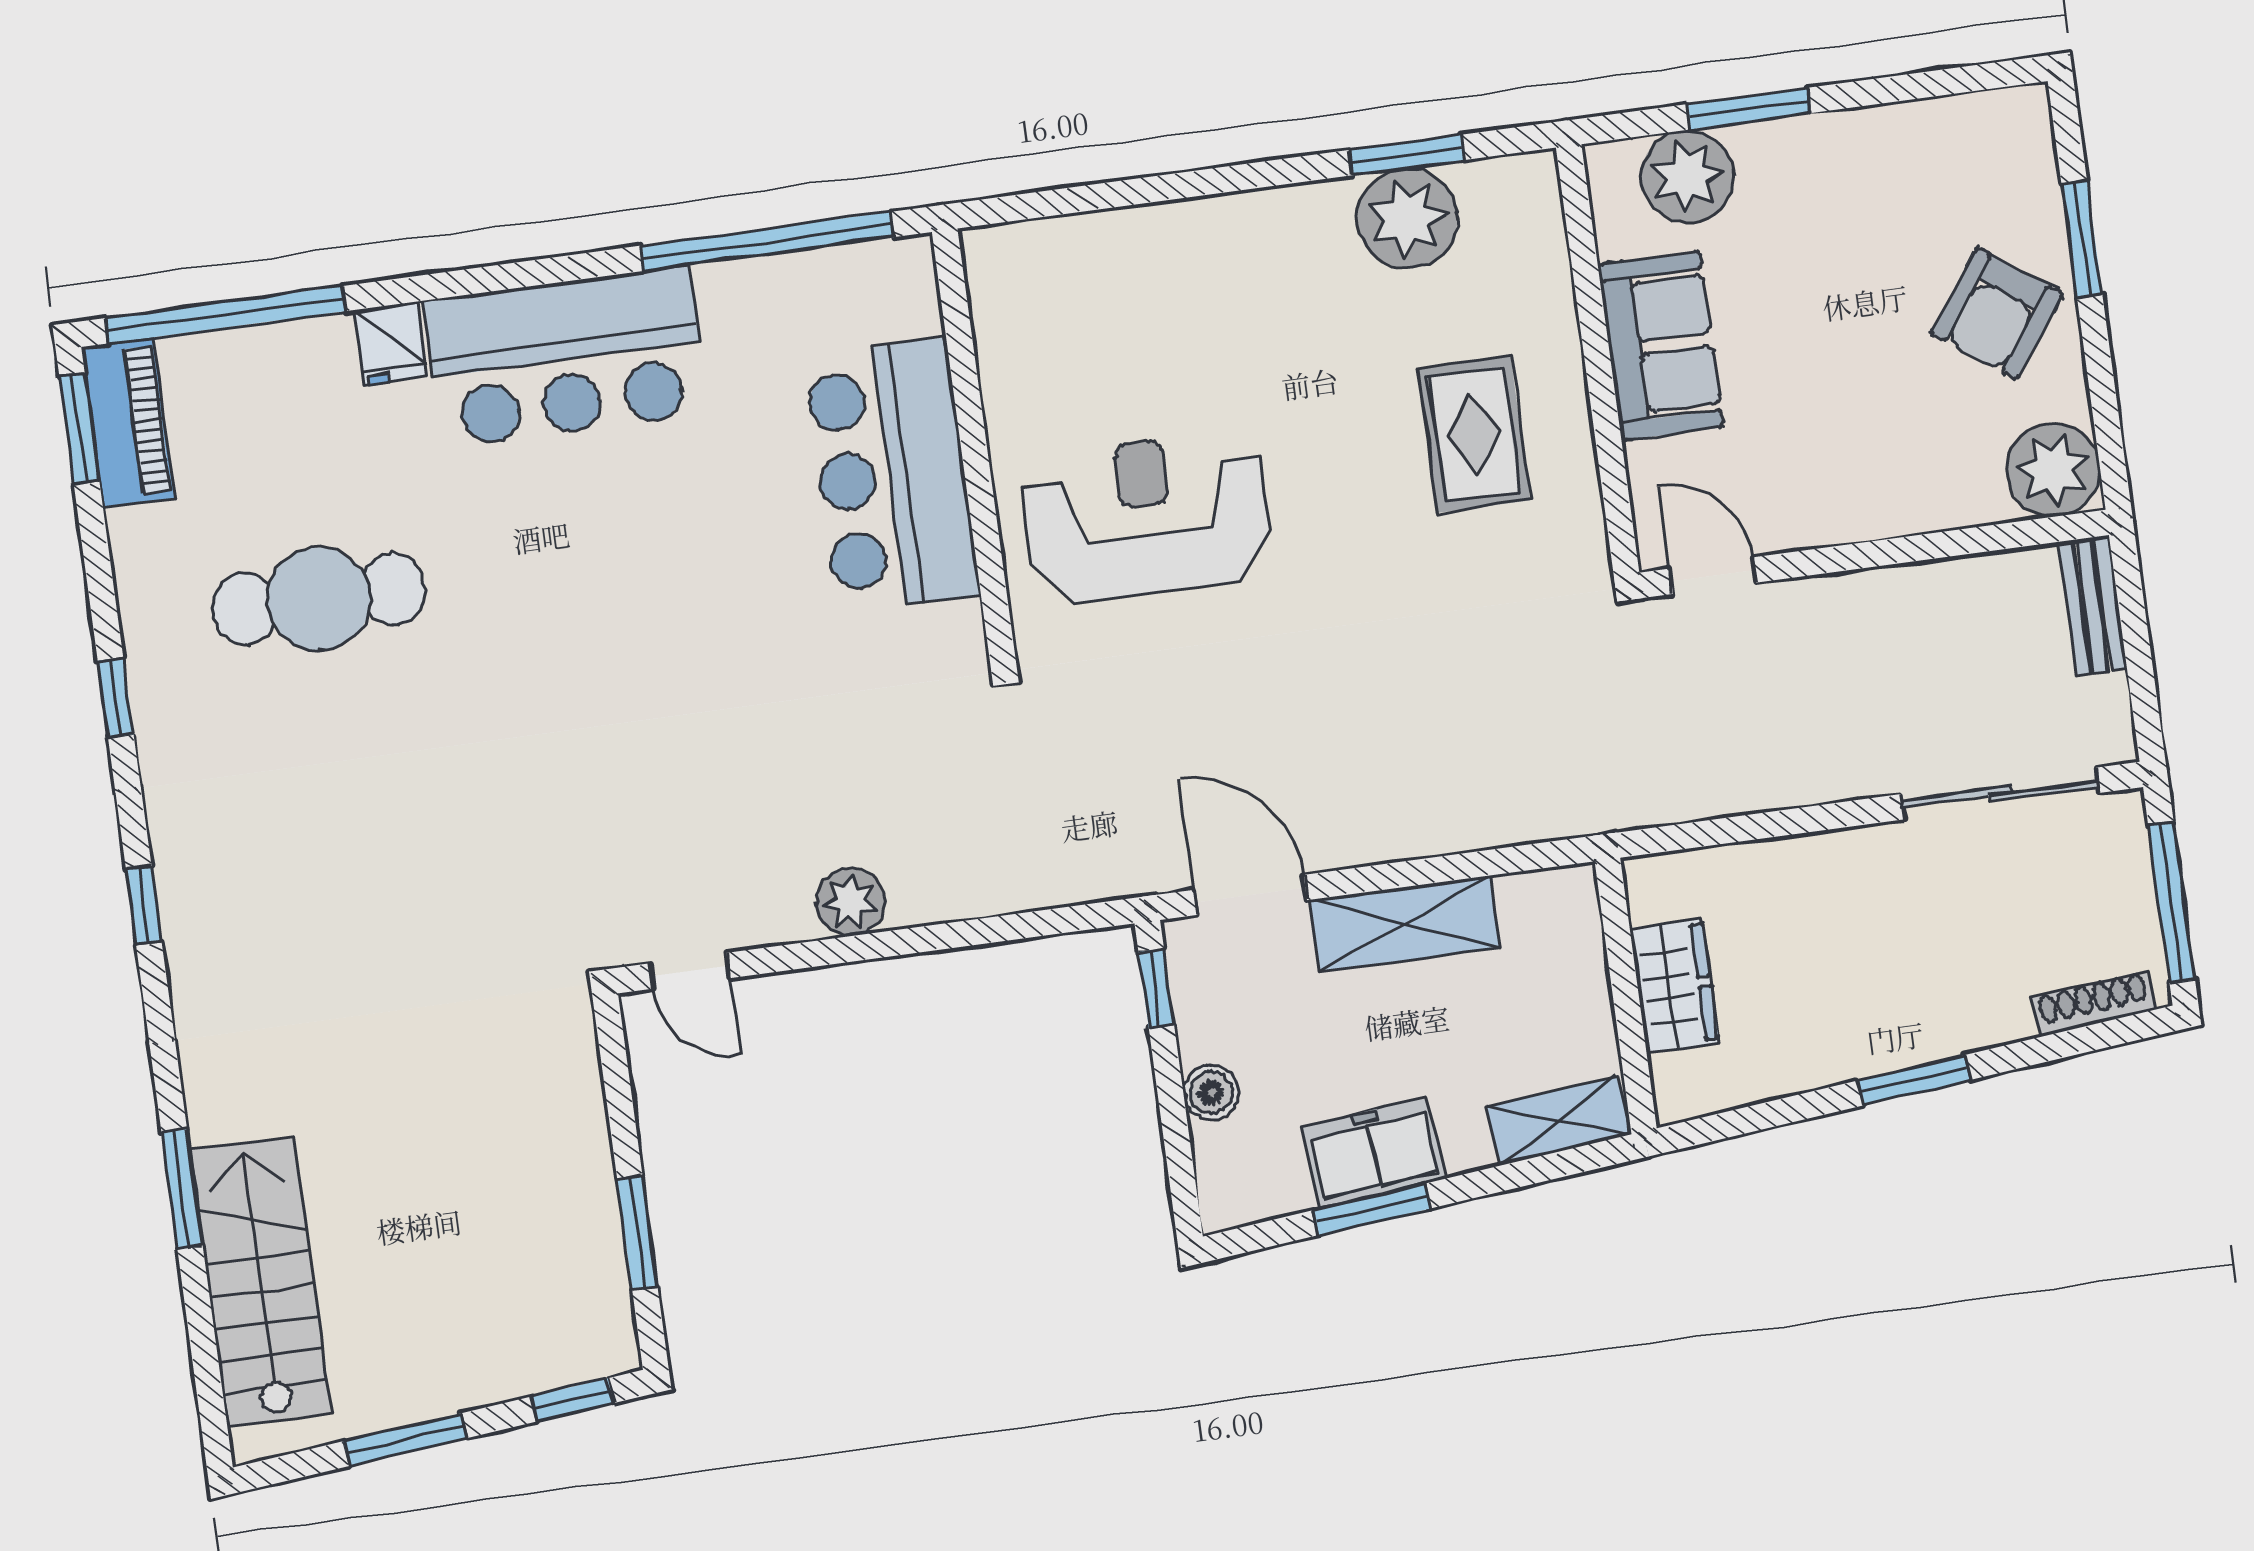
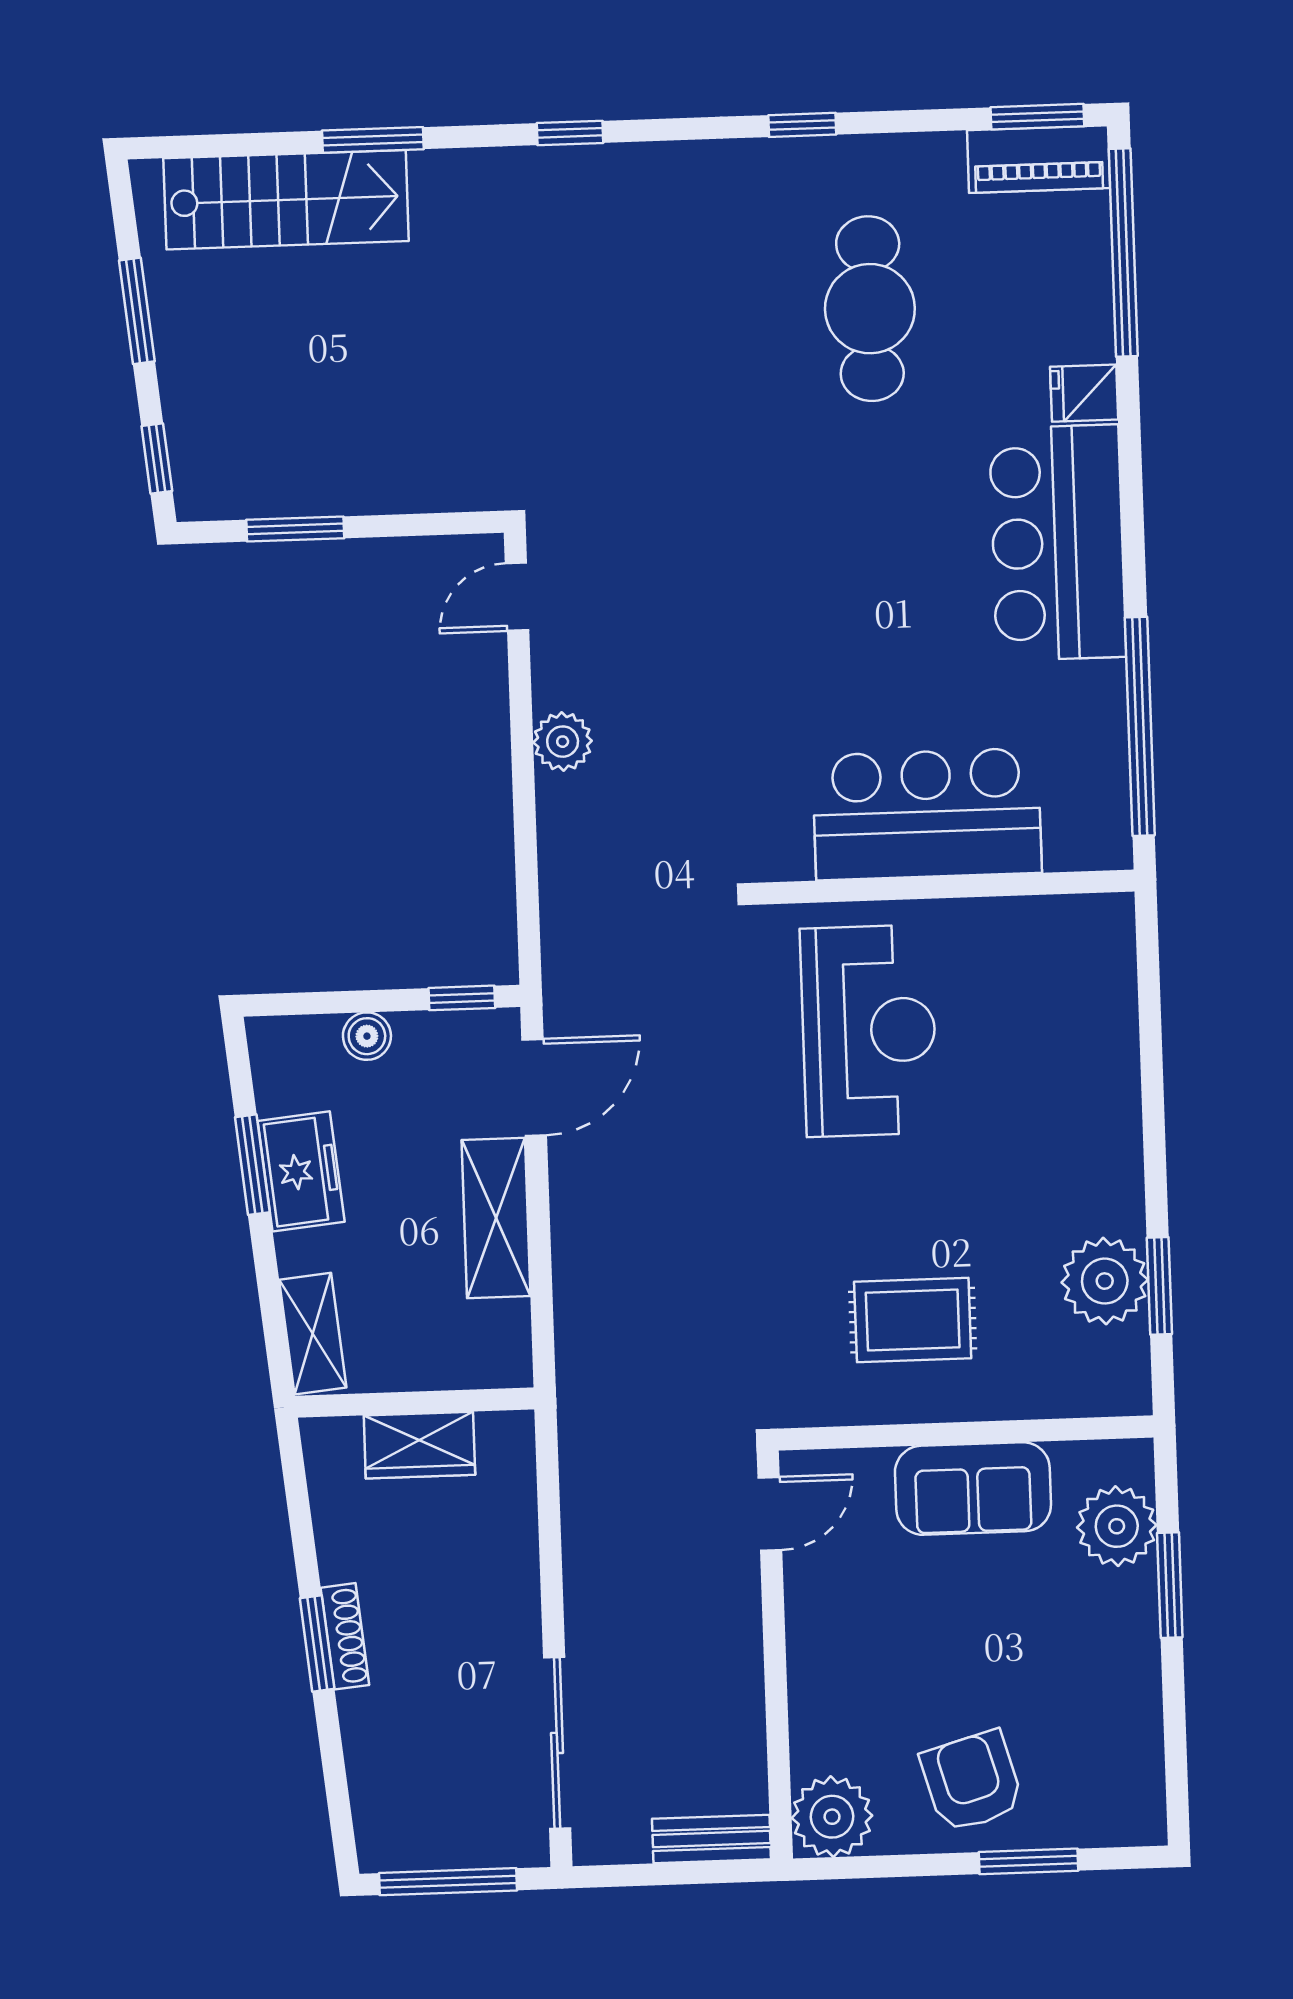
armchair: (1997, 313) -> (972, 1781), turned 38
window: (144, 905) -> (570, 133), moved
shoe rack: (2094, 1004) -> (345, 1636), moved

